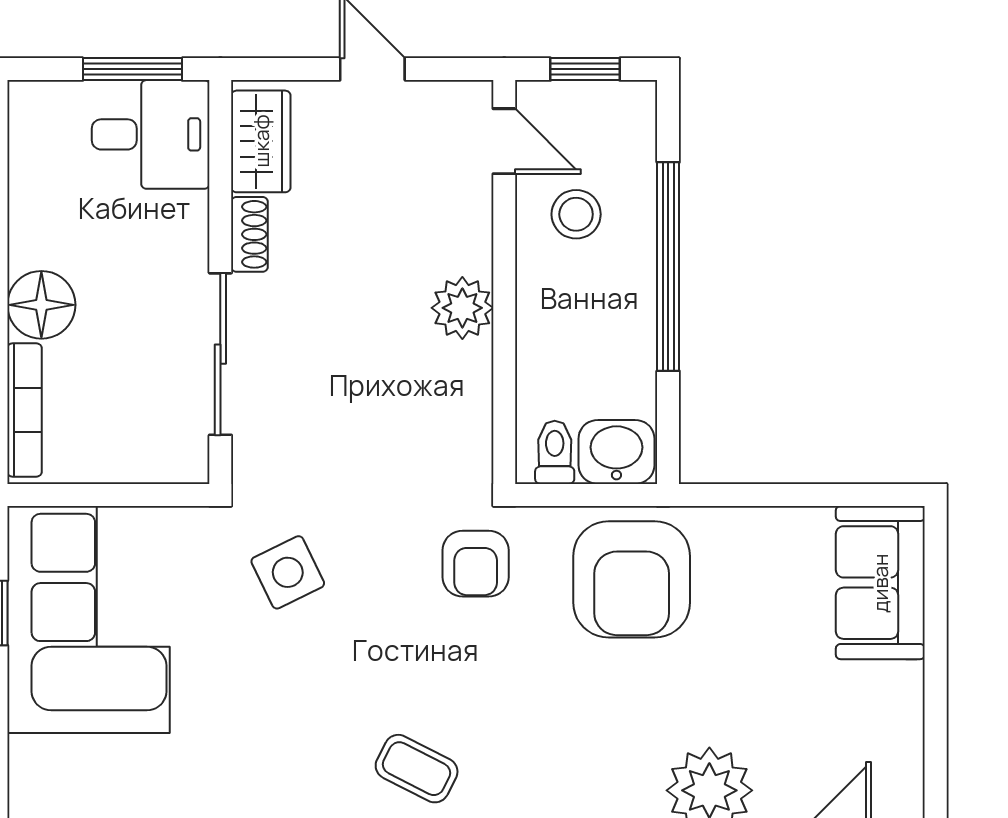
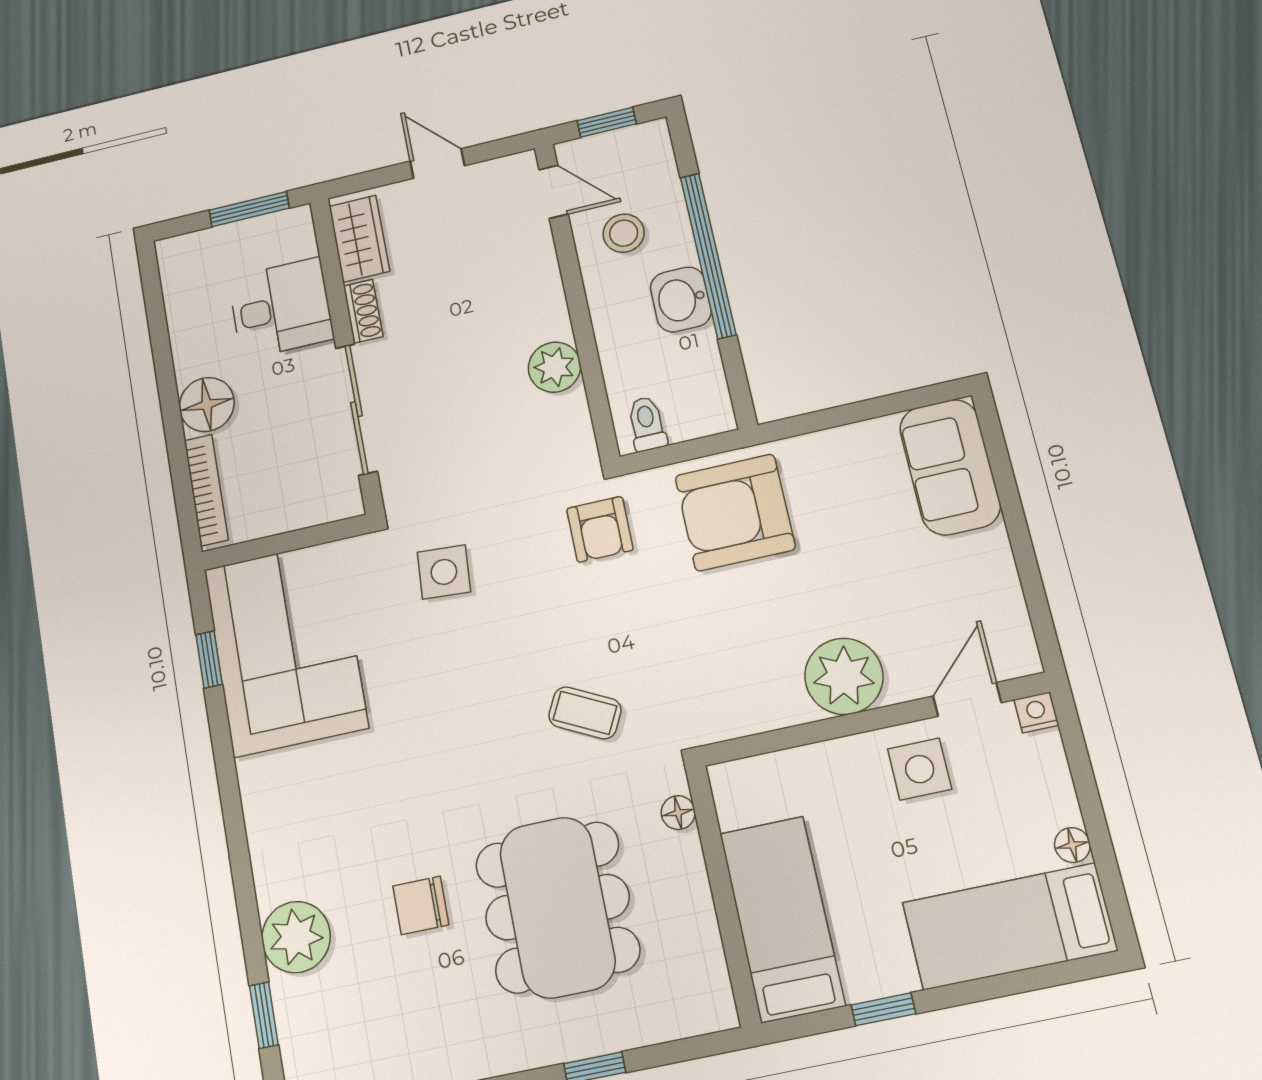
desk: (151, 134) -> (281, 308), moved
plant: (462, 308) -> (554, 367), moved
washbasin: (616, 452) -> (681, 299), moved, turned -90
side table: (288, 572) -> (444, 572), turned 30
armchair: (632, 579) -> (735, 512), turned 90

